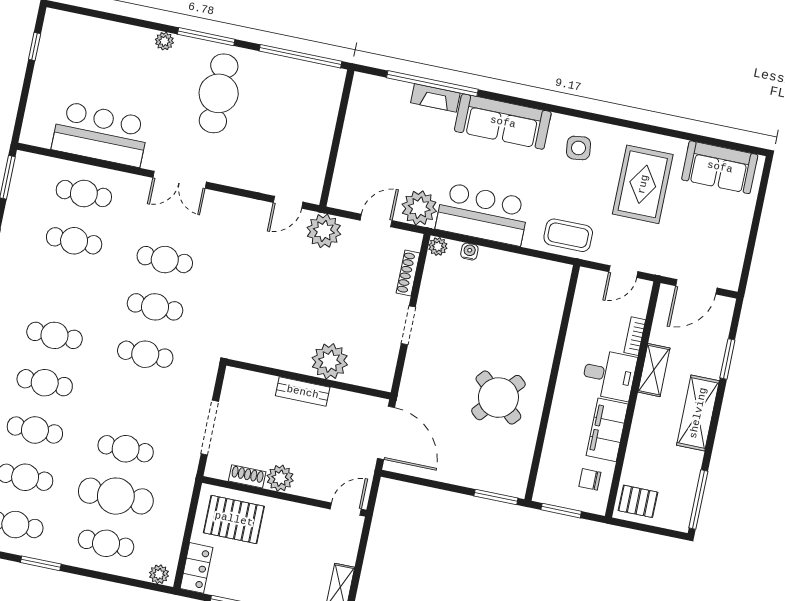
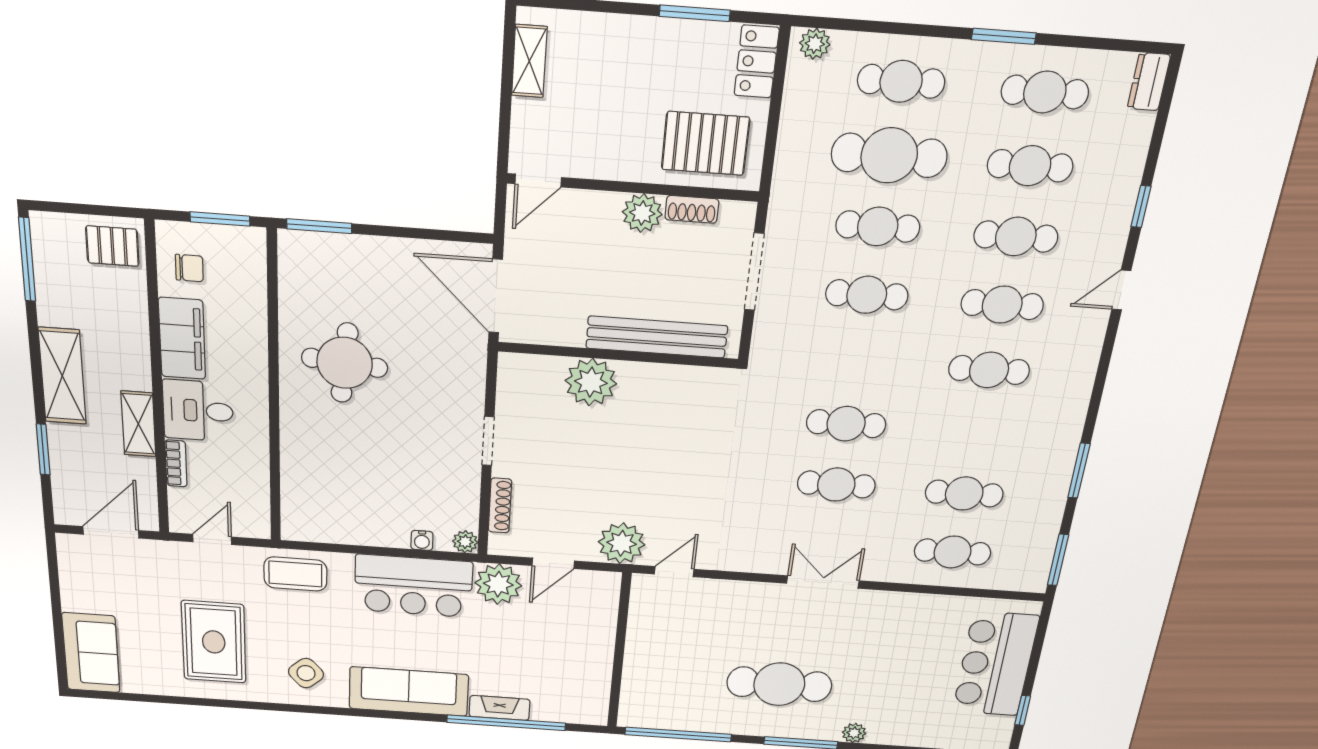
cafe table: (219, 93) -> (779, 684), turned 90
bar counter: (100, 134) -> (995, 664), moved, turned 90
side table: (578, 148) -> (306, 673), turned -35
sofa: (720, 167) -> (91, 653), moved, turned 90
cafe table: (145, 354) -> (867, 295), moved
bench: (303, 392) -> (657, 337), width x1.86, depth x1.21
round table: (498, 398) -> (345, 363), turned -36

